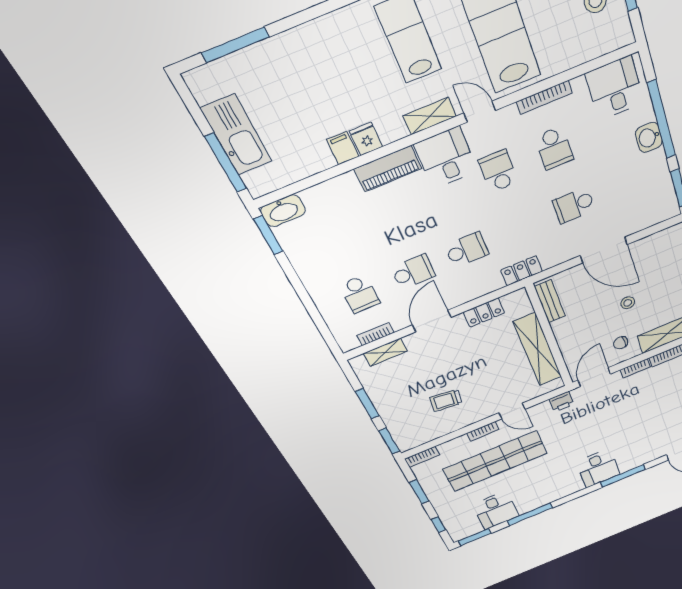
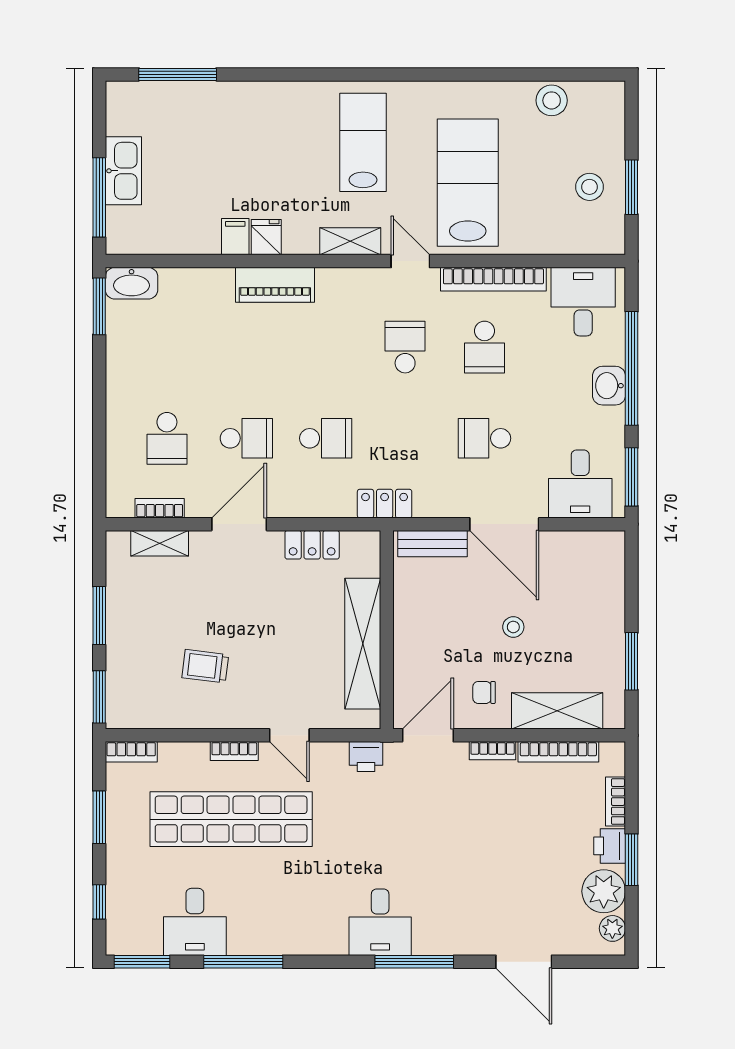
bookcase: (544, 97) -> (493, 279), width x1.48, depth x1.31
kitchen sink: (237, 135) -> (123, 171), width x0.73, depth x0.81
desk: (446, 158) -> (580, 484), moved, turned 180
bench: (550, 301) -> (432, 544), moved, turned 90

